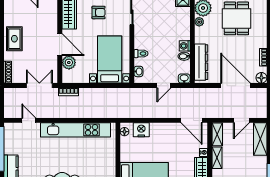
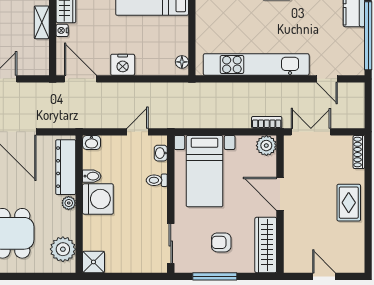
plant: (199, 22) -> (69, 203), moved
washing machine: (185, 46) -> (98, 199), width x1.89, depth x1.89
plant: (69, 63) -> (266, 146), moved
double door: (39, 86) -> (311, 132), swing flipped
door: (164, 86) -> (138, 132), moved
nightstand: (141, 130) -> (123, 65), moved
shelving: (217, 134) -> (41, 58), removed

